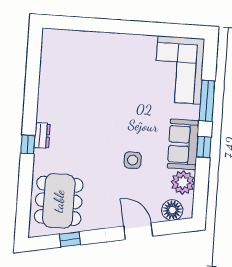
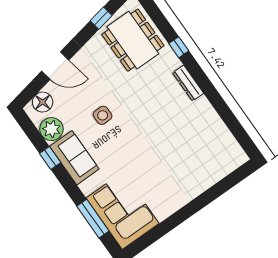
window: (207, 101) -> (93, 219), moved
dresser: (42, 136) -> (188, 83), width x1.44
window: (28, 144) -> (179, 47), moved
window: (204, 147) -> (50, 158), moved

